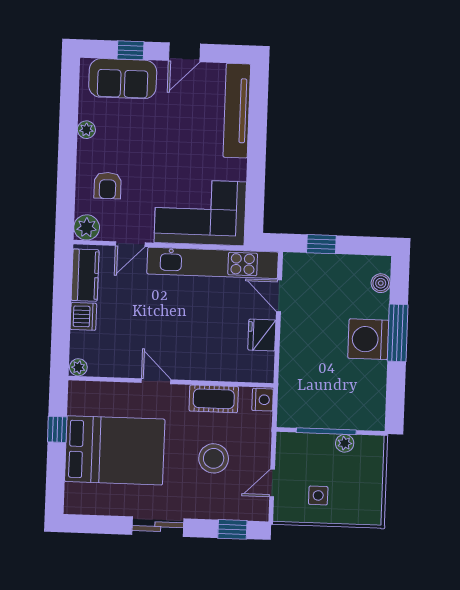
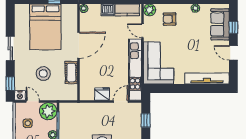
door: (156, 381) -> (79, 45), width x1.87
nightstand: (263, 400) -> (20, 96), moved
plant: (294, 451) -> (48, 111), added

